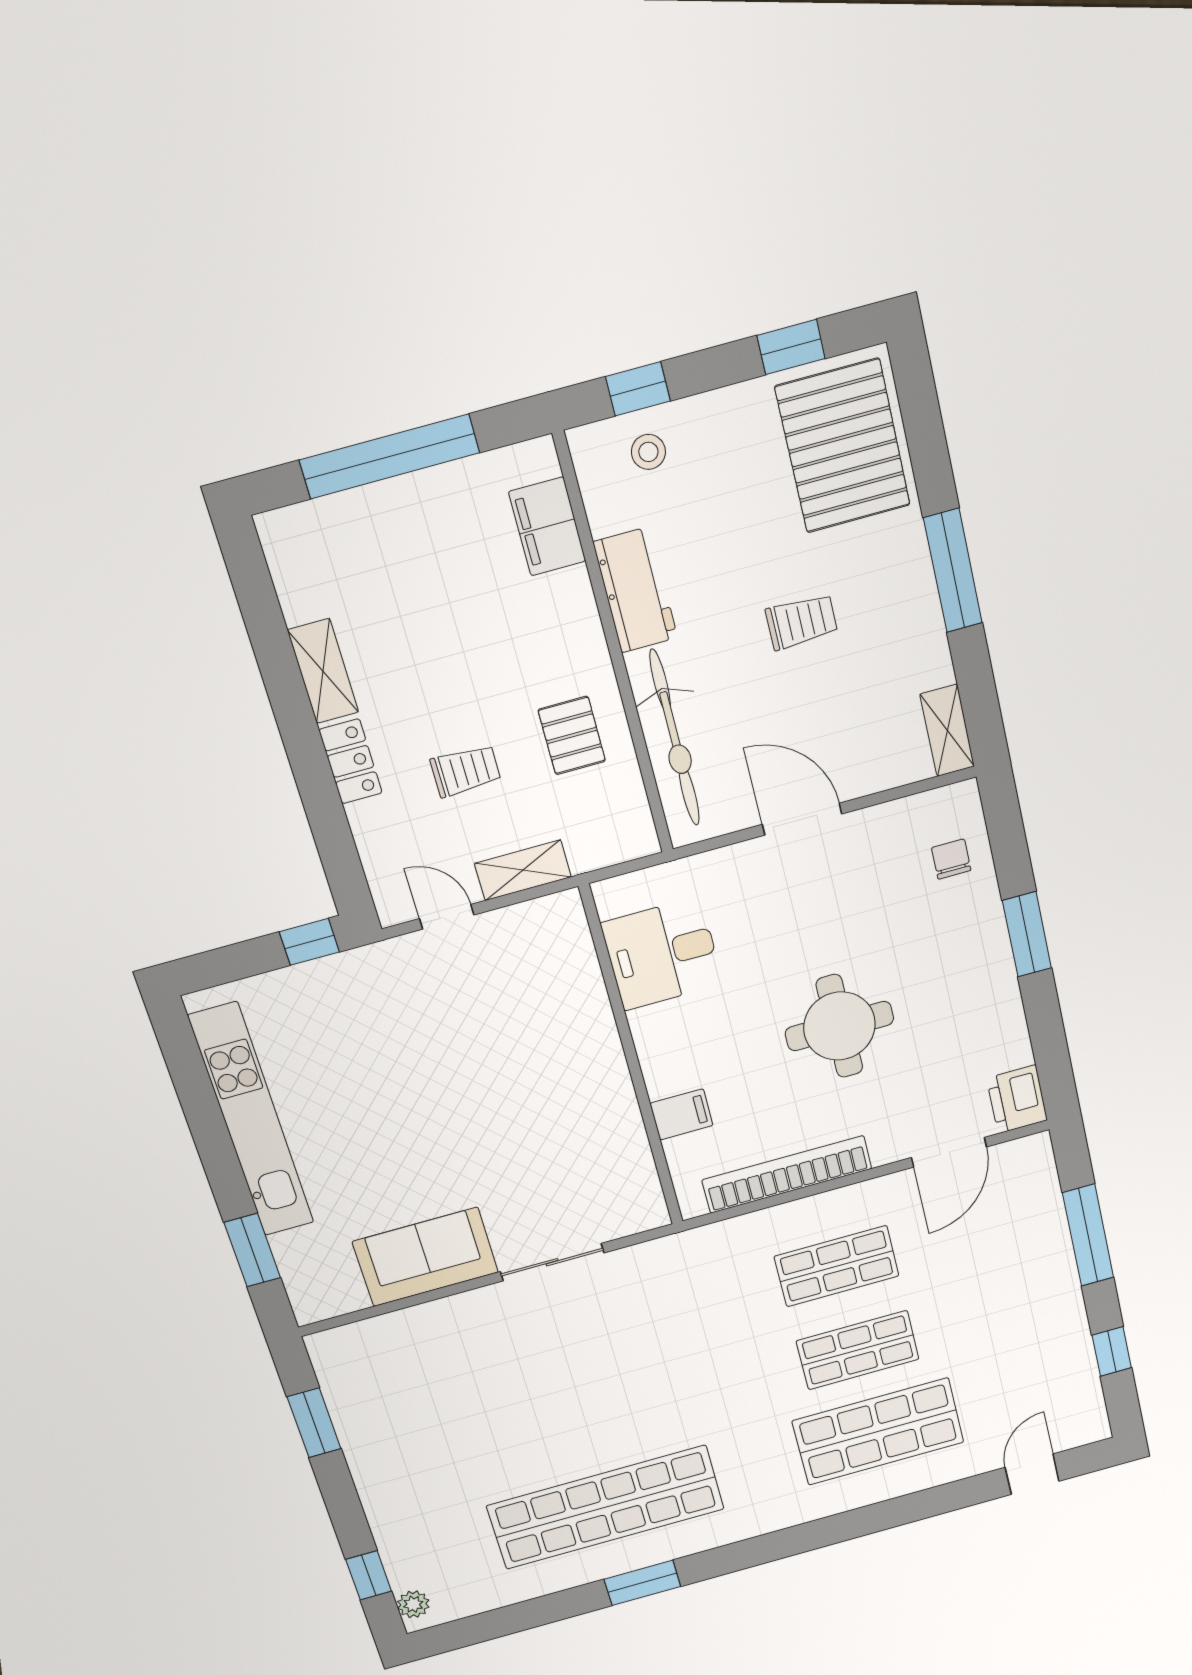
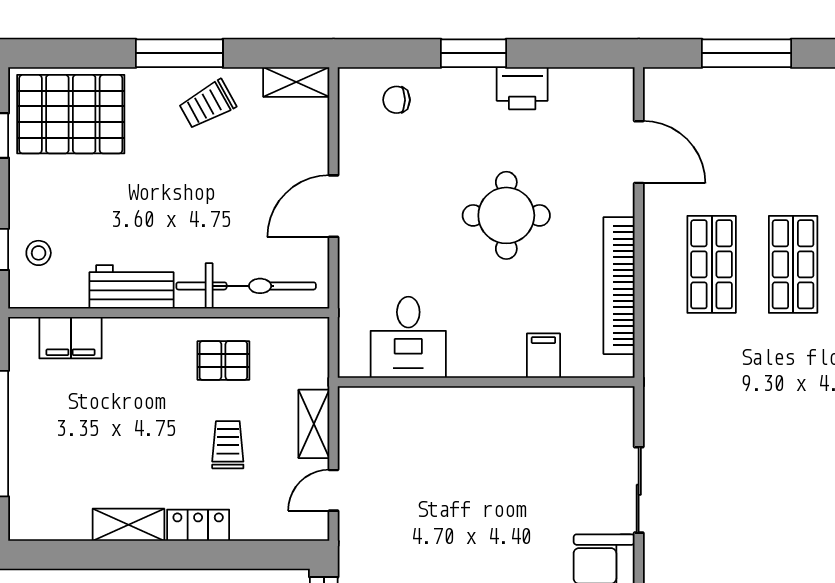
trolley: (802, 622) -> (207, 104), moved, turned -119
printer: (1017, 1099) -> (522, 88), moved

